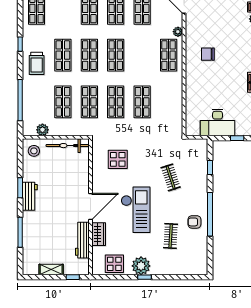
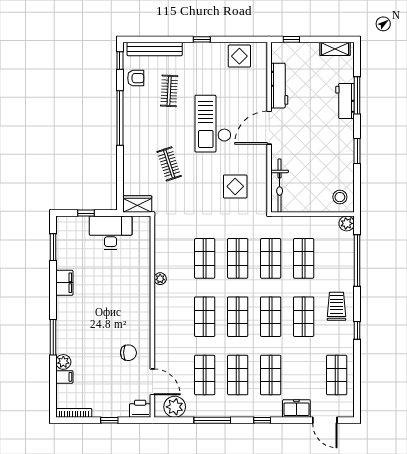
plant: (178, 32) -> (160, 279), moved
chair: (208, 54) -> (128, 353), moved
shop shelf: (169, 55) -> (205, 317), moved
plant: (42, 130) -> (347, 223), moved
bicycle: (68, 146) -> (280, 186), moved, turned 90
window: (210, 167) -> (120, 60), moved
workbench: (30, 196) -> (345, 101), moved
armchair: (194, 222) -> (136, 78), moved
wardrobe: (99, 234) -> (137, 204), moved, turned 90
plant: (141, 266) -> (206, 54), removed
shelving: (51, 269) -> (335, 49), moved
bench: (182, 269) -> (155, 49), added

